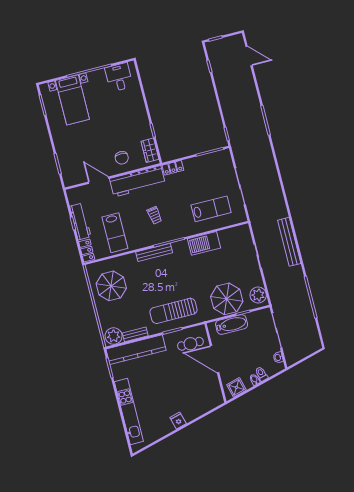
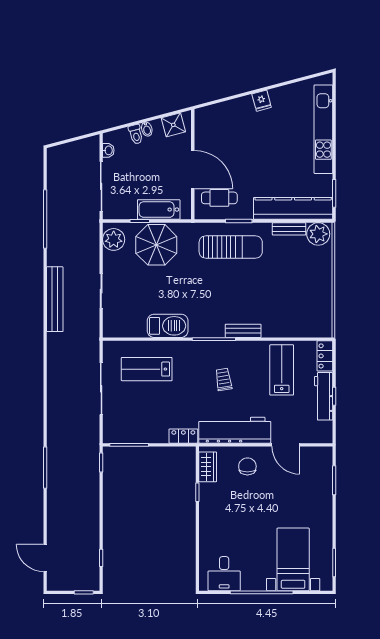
bench: (154, 252) -> (243, 331), width x0.73
parasol: (111, 286) -> (304, 301), removed

